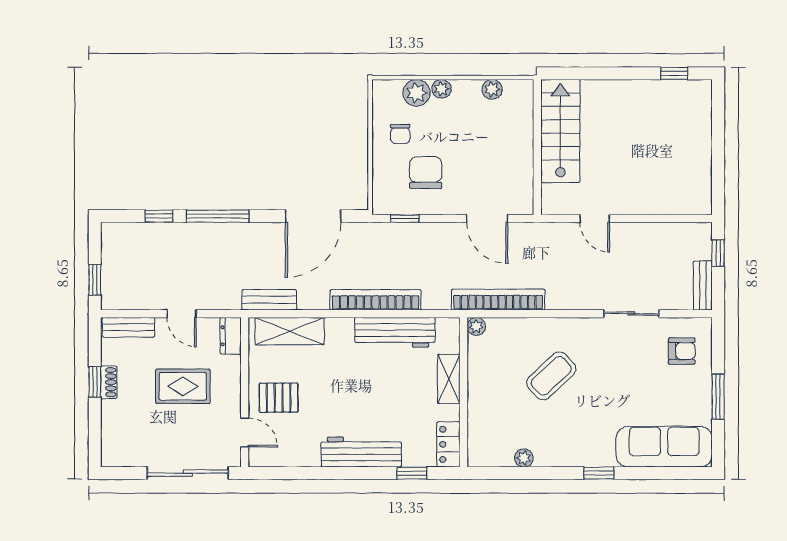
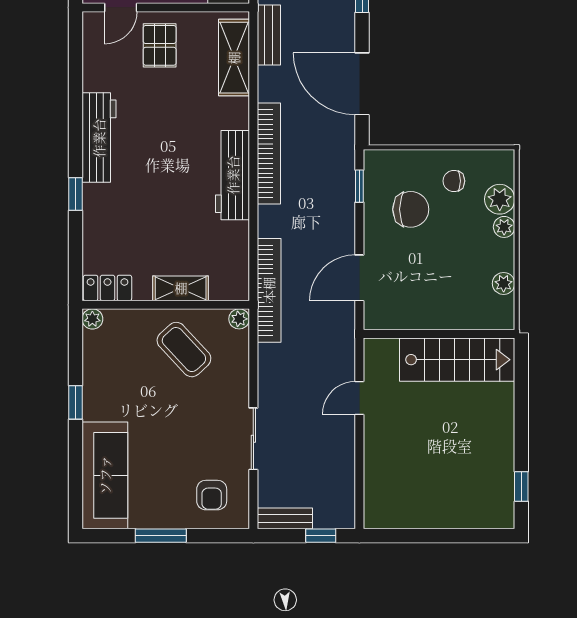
plant: (476, 326) -> (239, 319), moved
shelving: (449, 379) -> (181, 288), moved
wall: (464, 392) -> (166, 305), moved
locker: (448, 444) -> (107, 288), moved

